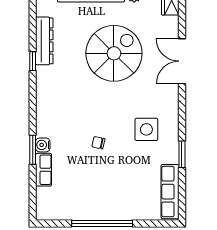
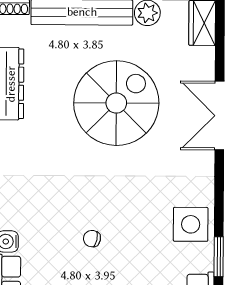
side table: (146, 129) -> (191, 224), moved

